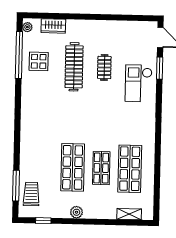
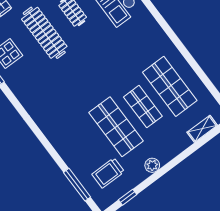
trolley: (31, 194) -> (108, 173), moved, turned -90

